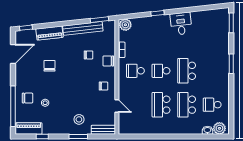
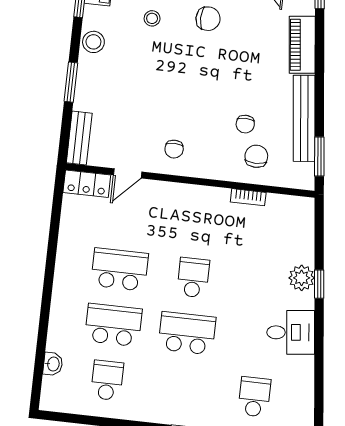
plant: (125, 25) -> (302, 278), moved
chair: (108, 61) -> (256, 156), moved
chair: (49, 66) -> (208, 19), moved
school desk: (135, 71) -> (254, 397), moved
stool: (79, 119) -> (93, 42), moved
locker: (124, 124) -> (87, 184), added
plant: (219, 128) -> (54, 390), removed

